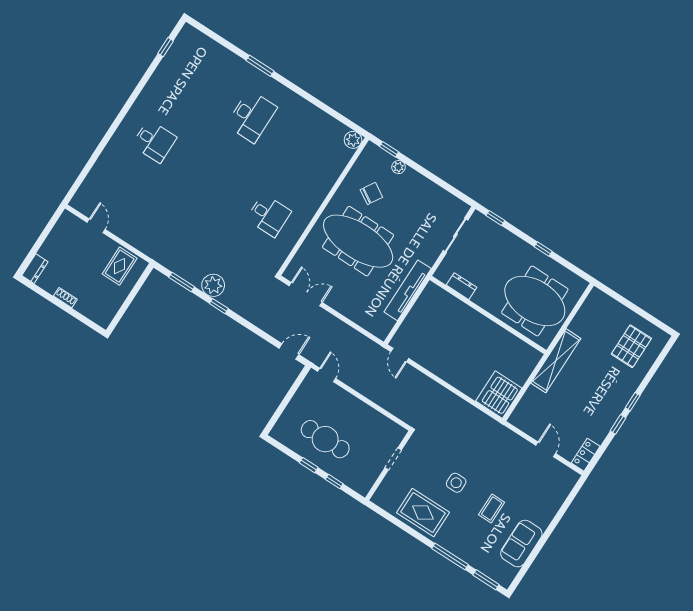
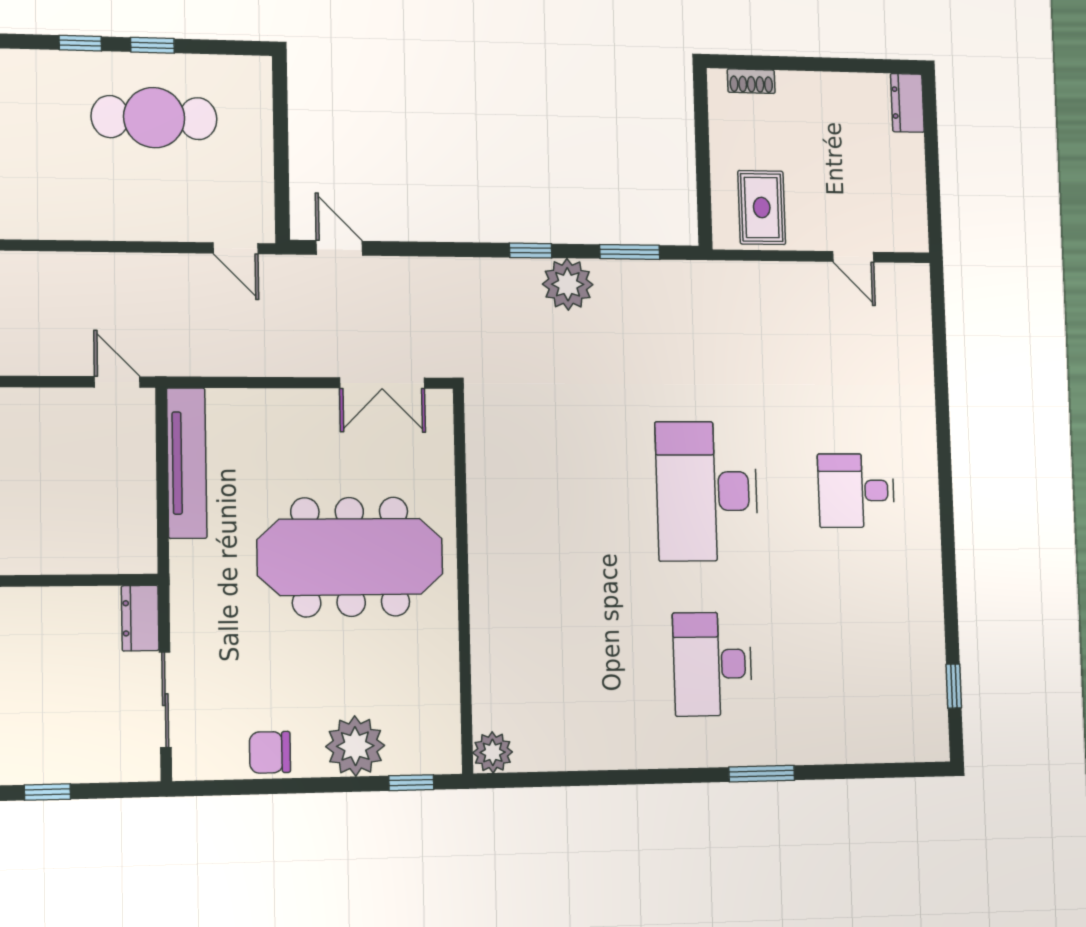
plant: (398, 167) -> (355, 746), width x1.87, depth x1.87
chair: (371, 193) -> (270, 752), moved, turned 59
desk: (269, 215) -> (707, 491), moved, width x1.87, depth x1.30
window: (495, 218) -> (47, 792), moved
dresser: (462, 286) -> (140, 618), moved, turned 90
tv unit: (408, 290) -> (187, 463), moved
shoe rack: (65, 298) -> (751, 81), moved
door: (289, 351) -> (339, 248), swing flipped

